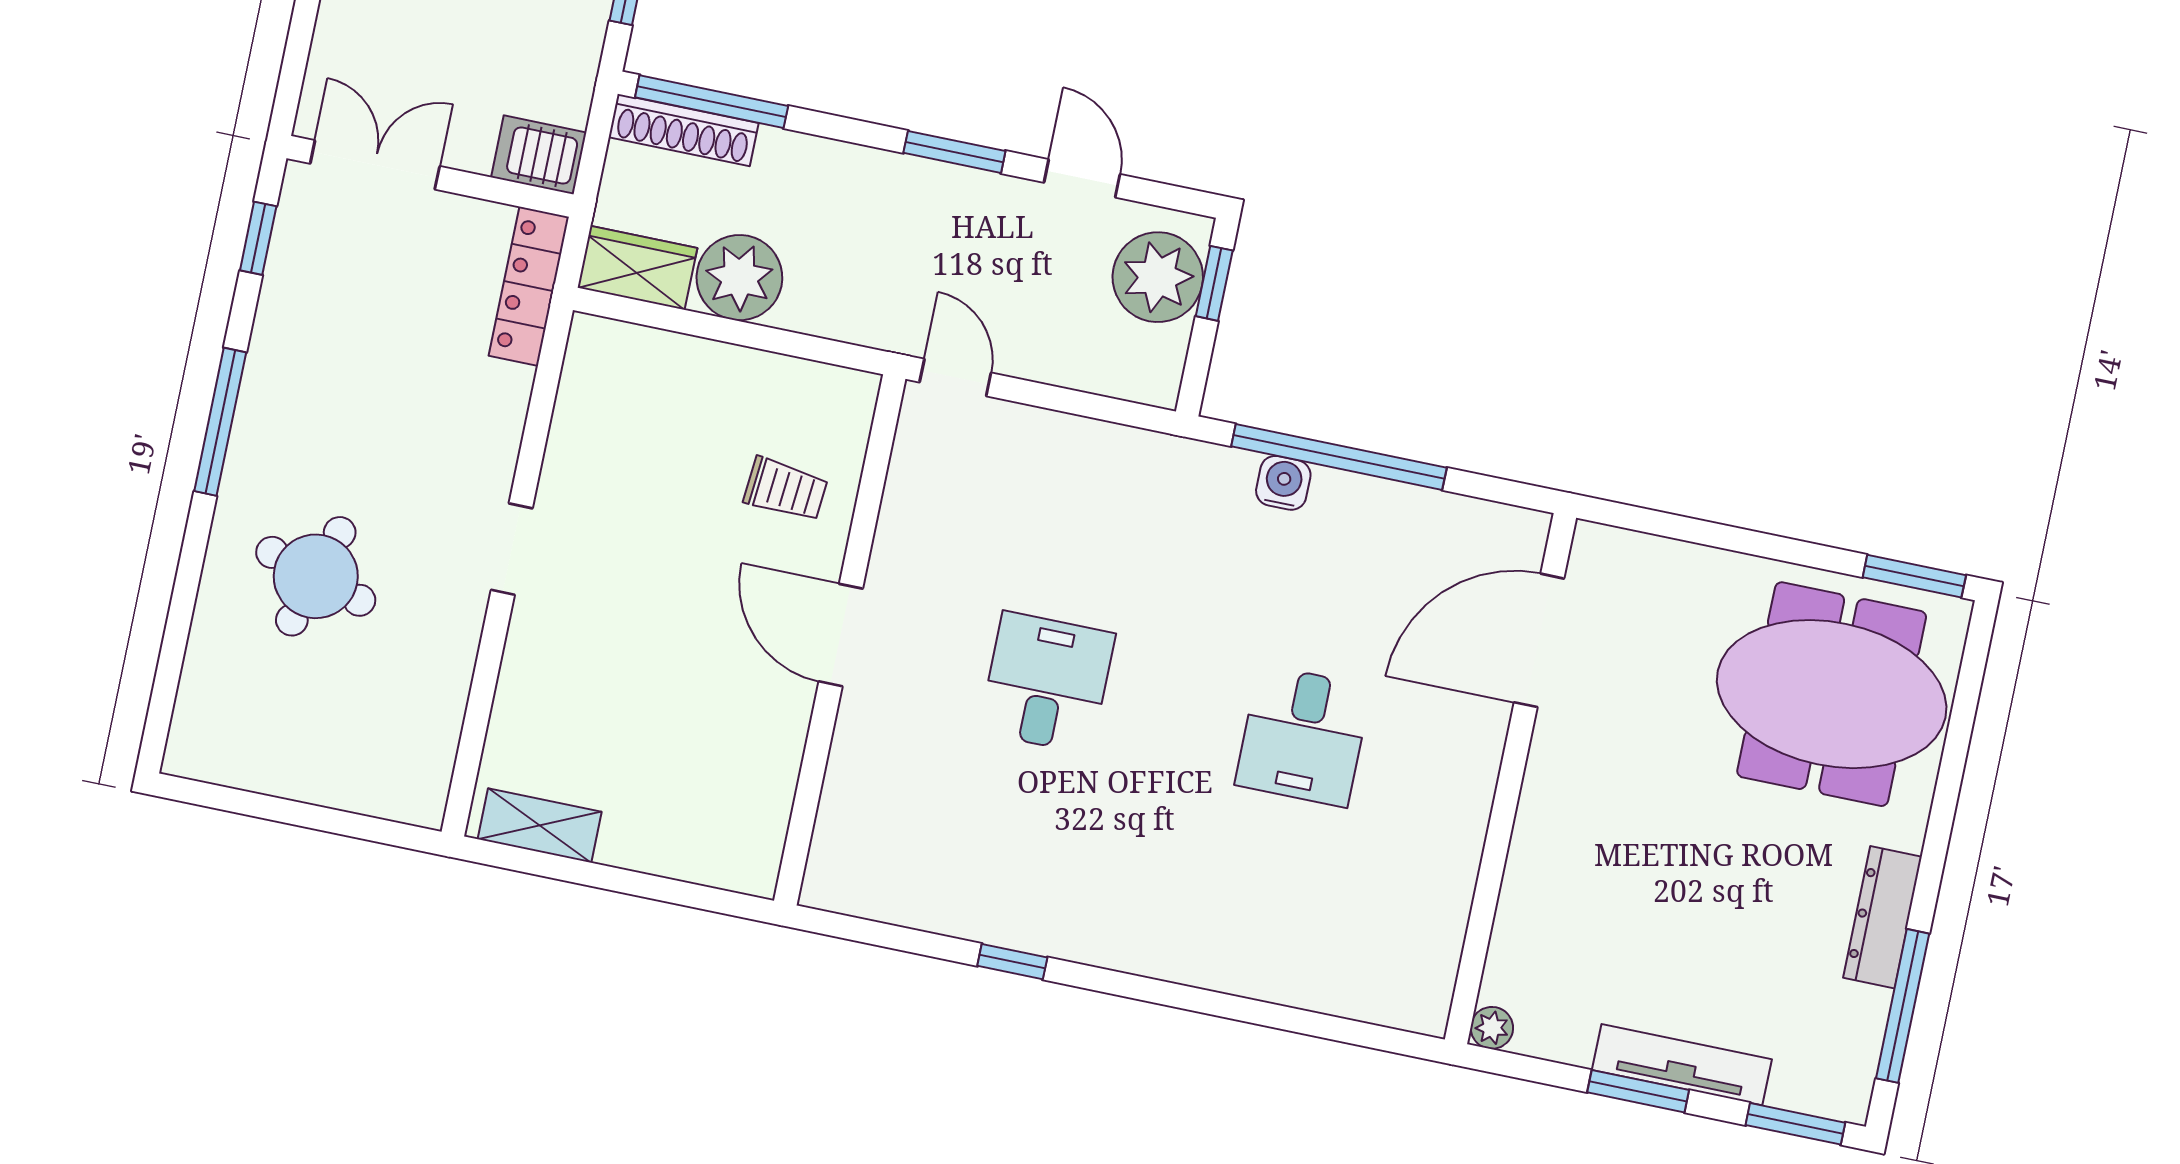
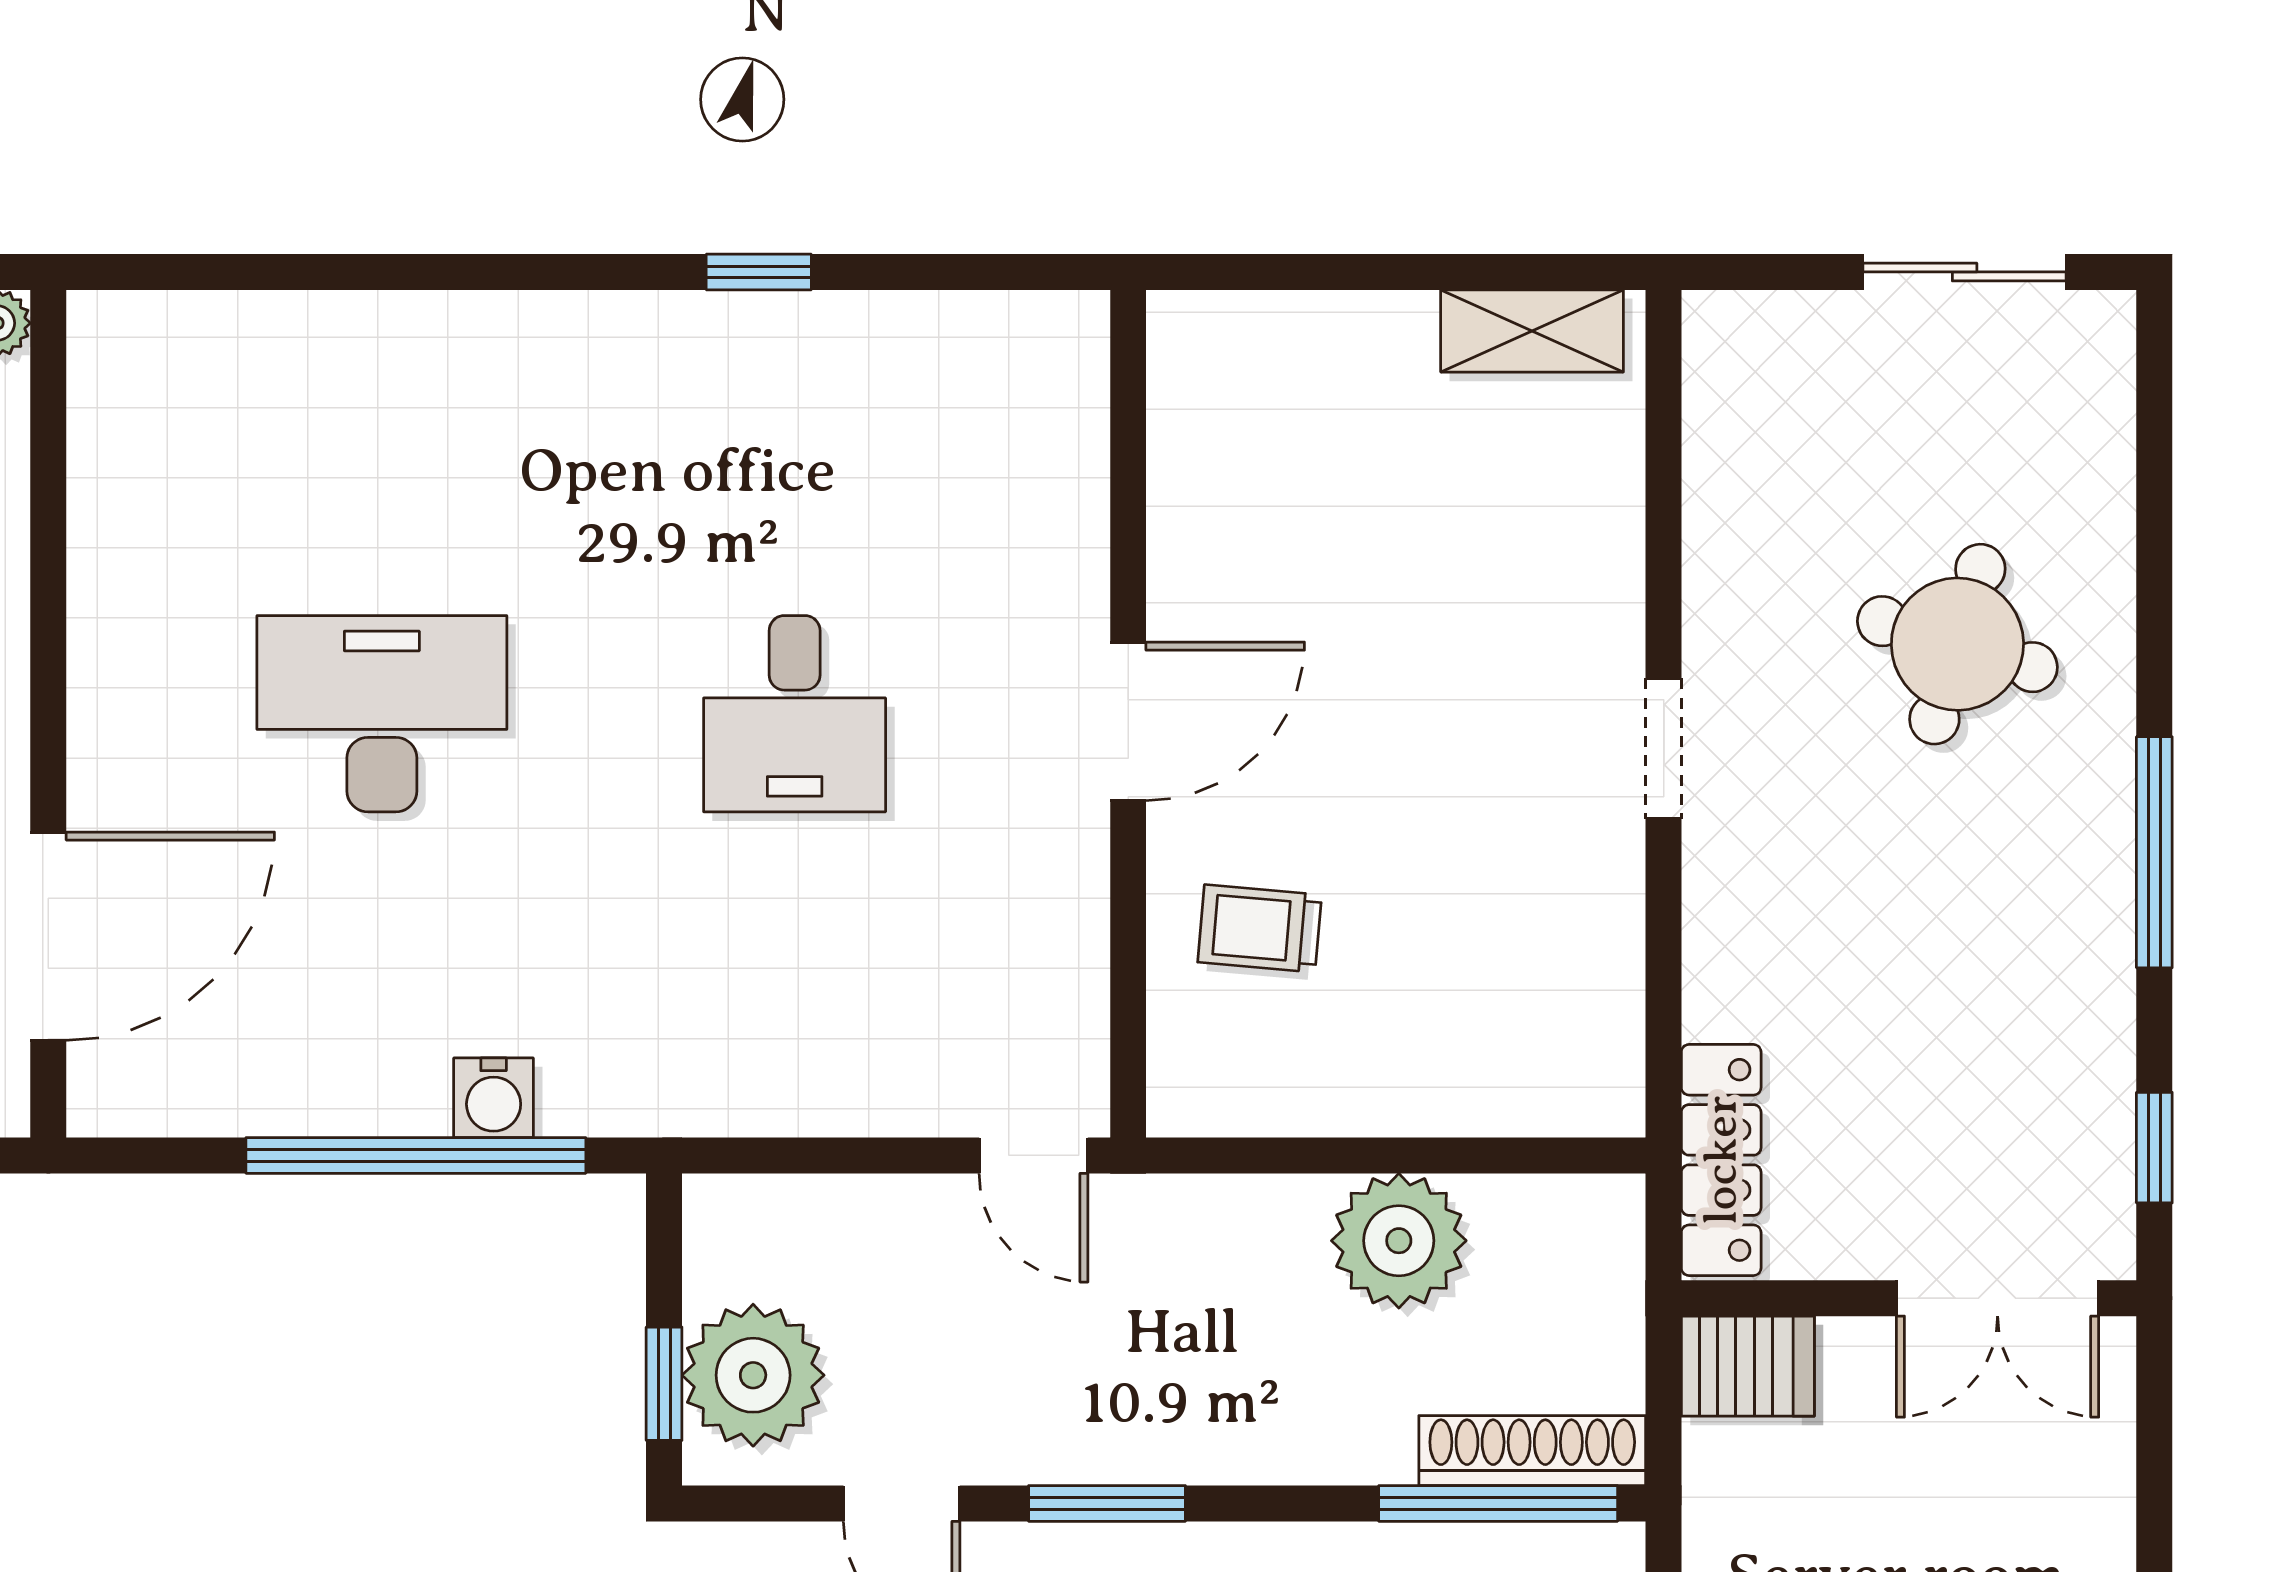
wardrobe: (637, 268) -> (1560, 1223), removed
door: (841, 635) -> (1128, 721), hinge flipped
desk: (1303, 736) -> (382, 714), width x1.37
sliding door: (263, 807) -> (1965, 272), added

